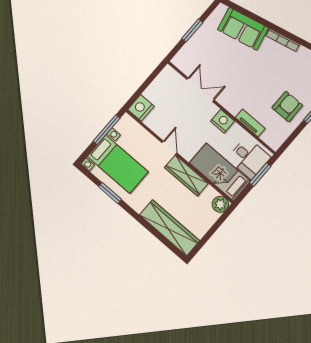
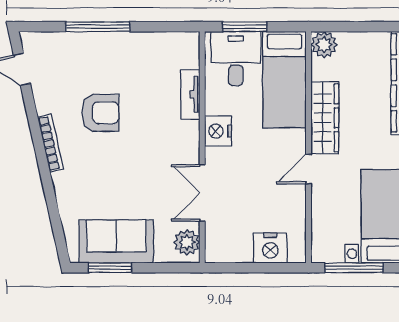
sofa: (243, 29) -> (116, 242), moved, turned -77
window: (192, 31) -> (110, 268), moved
plant: (184, 63) -> (187, 242), added
armchair: (287, 106) -> (100, 113), moved, turned 180
nightstand: (141, 108) -> (270, 248), moved

